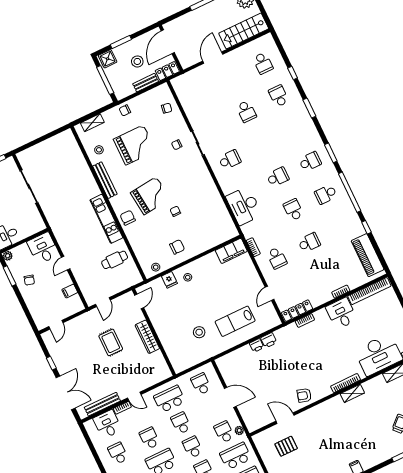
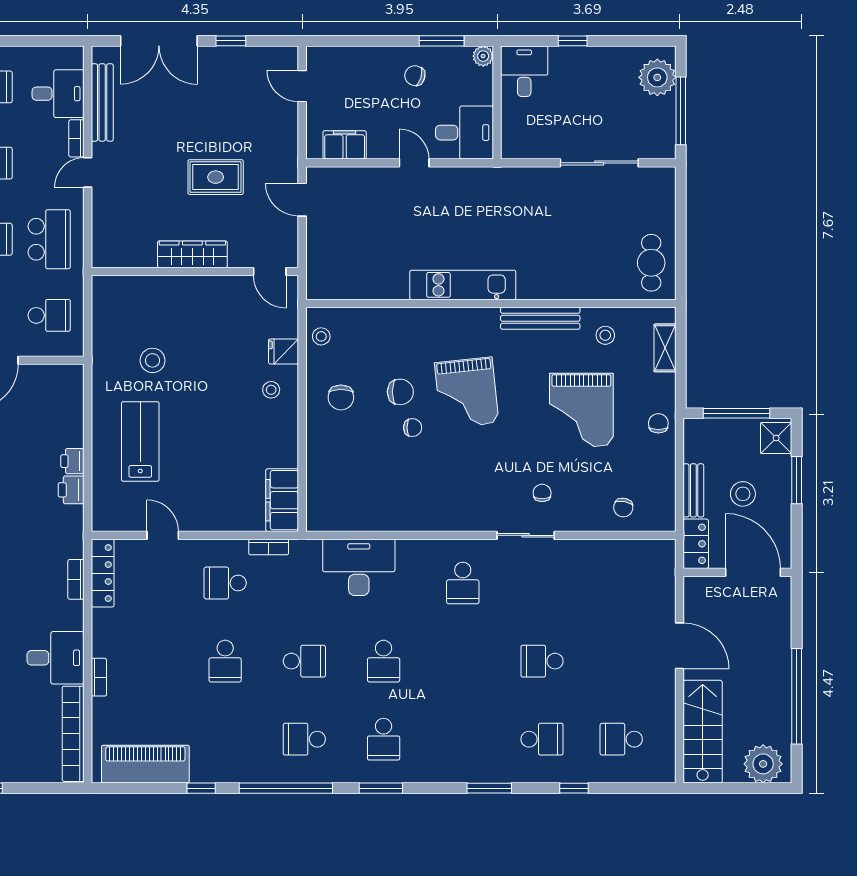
school desk: (326, 194) -> (304, 739), turned -90
chair: (128, 218) -> (400, 392), moved
cafe table: (115, 260) -> (651, 263), moved
filing cabinet: (70, 291) -> (345, 145), width x2.00

